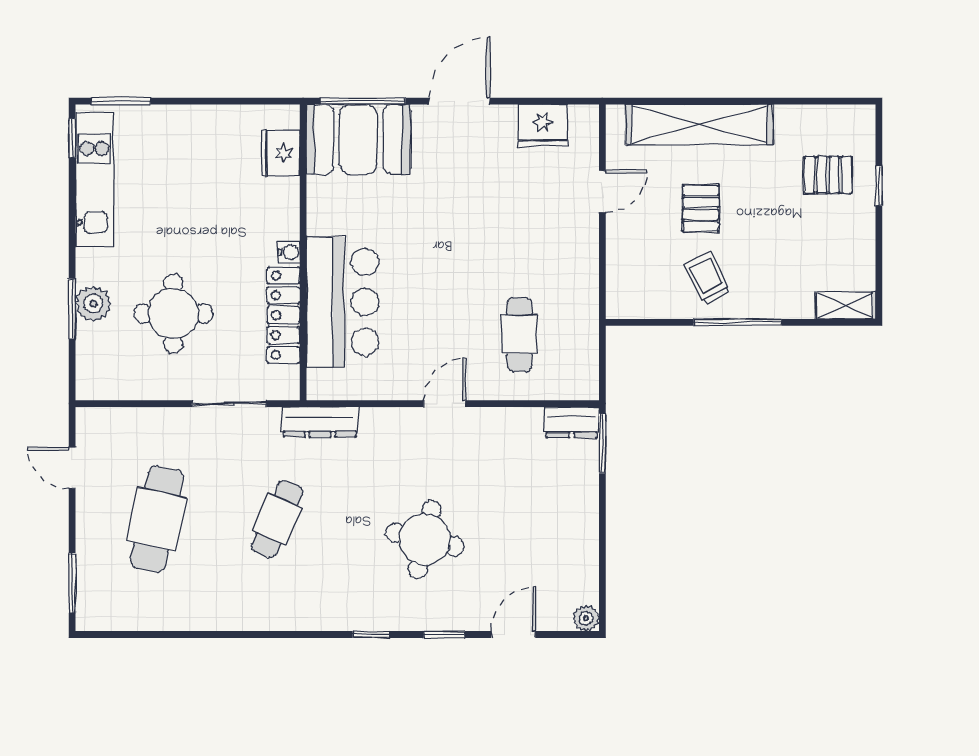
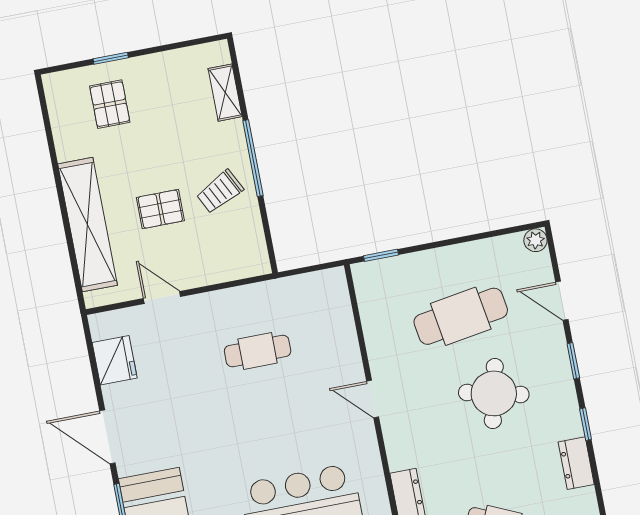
shelving: (845, 305) -> (225, 93), moved
cafe table: (519, 334) -> (258, 351), moved
dresser: (572, 422) -> (576, 463), moved, turned 180
window: (602, 444) -> (381, 255), width x0.67
cafe table: (518, 519) -> (461, 316), added

